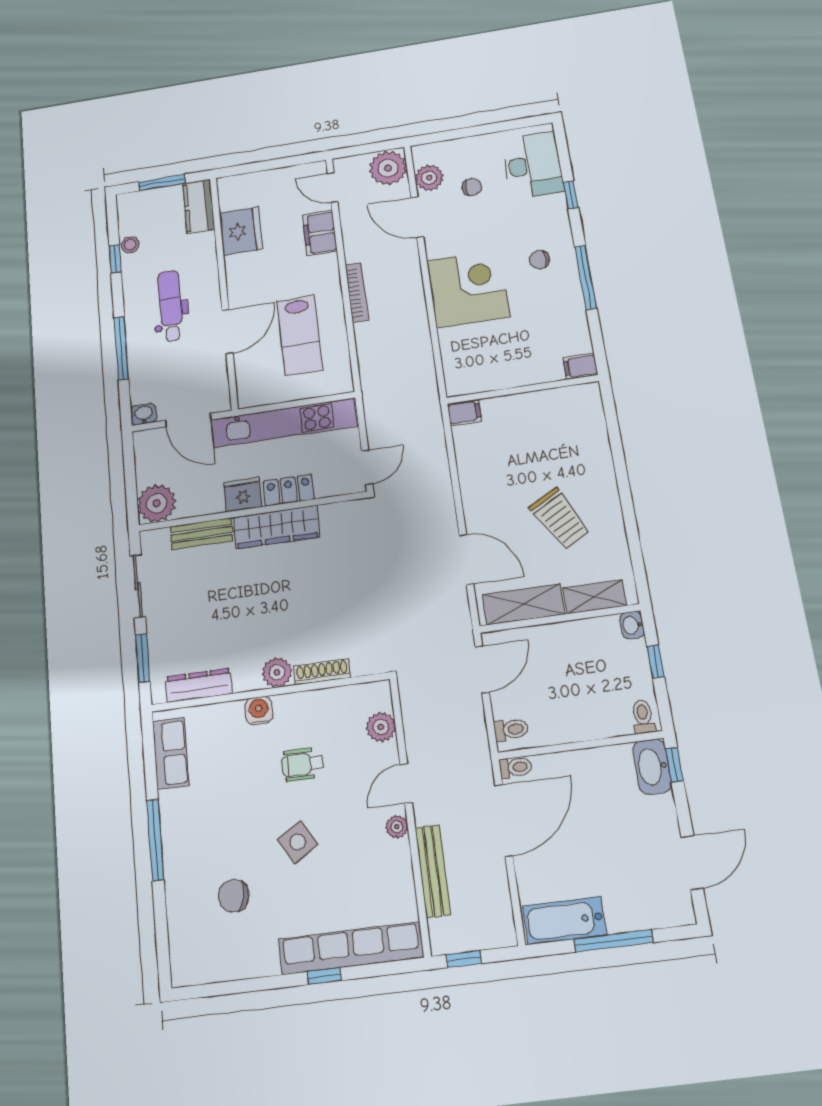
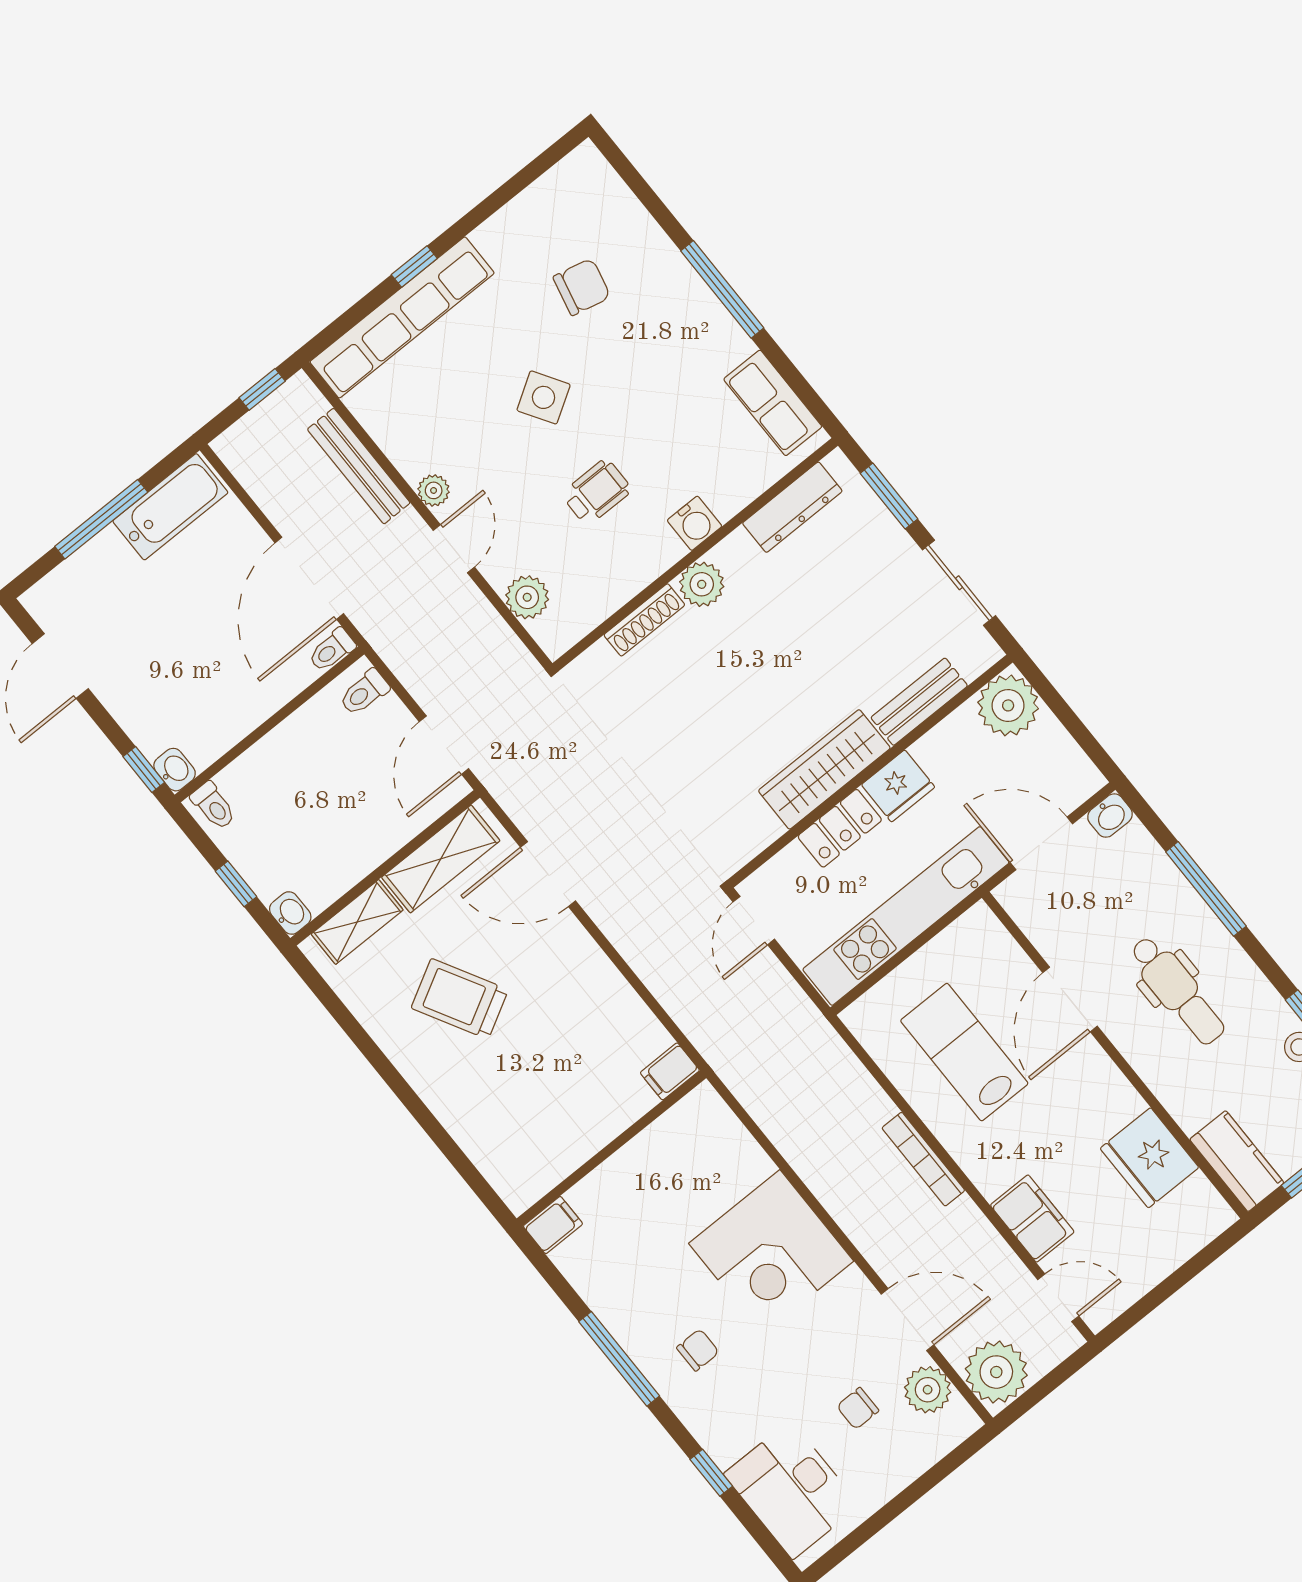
washbasin: (652, 767) -> (175, 770), width x0.52, depth x0.69

